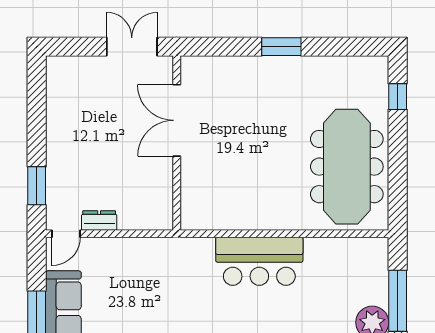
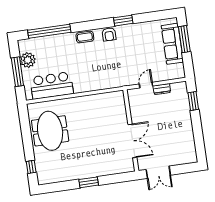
meeting table: (347, 167) -> (50, 131), width x0.73
door: (66, 234) -> (146, 85), moved
bar counter: (259, 261) -> (52, 86), moved

